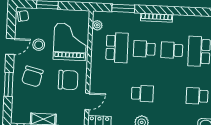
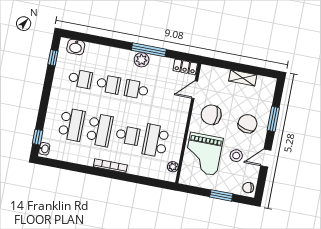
window: (123, 8) -> (143, 180), removed
school desk: (172, 50) -> (100, 130), width x1.85
school desk: (170, 95) -> (108, 84), added

